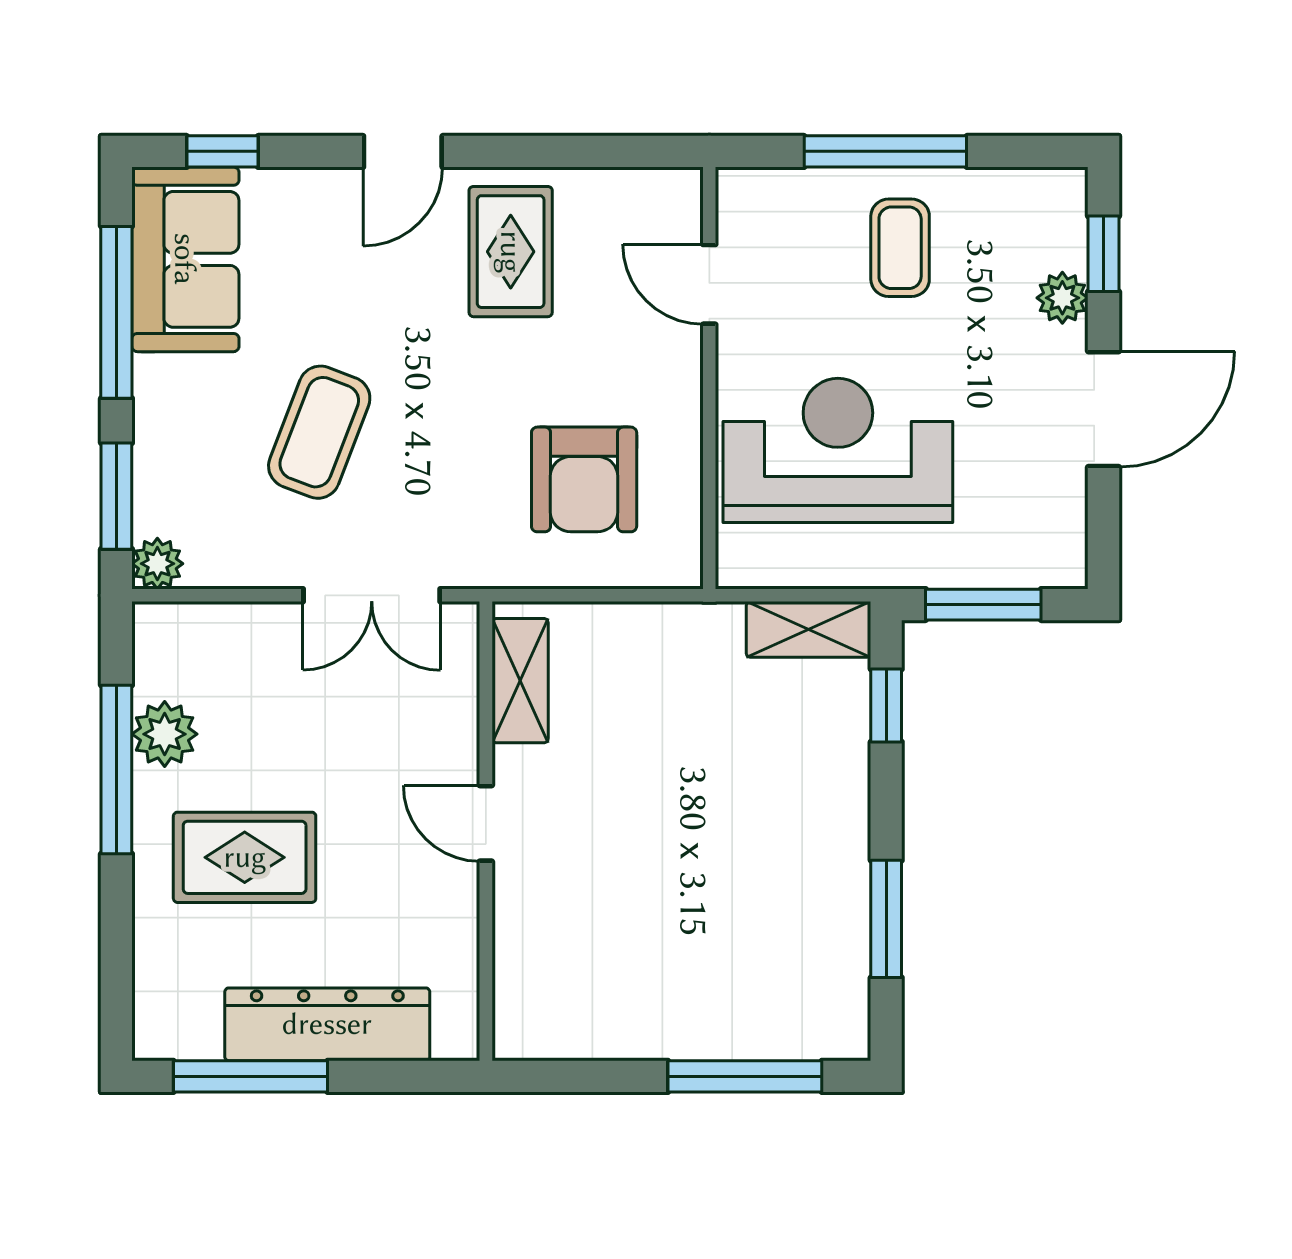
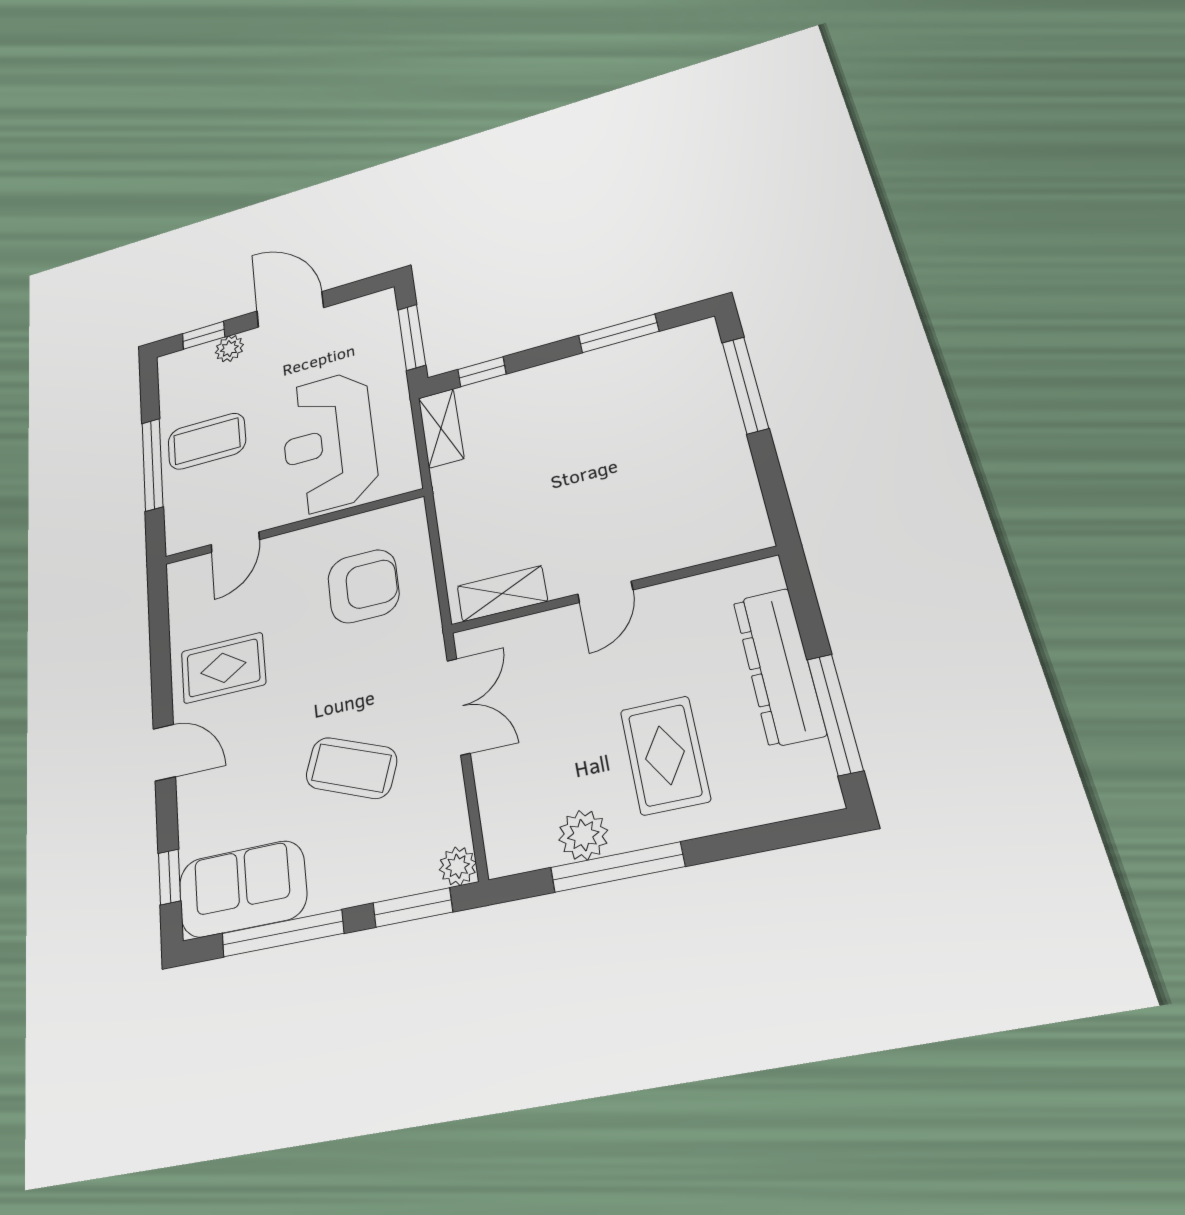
coffee table: (900, 248) -> (207, 441), width x1.36, depth x1.30

